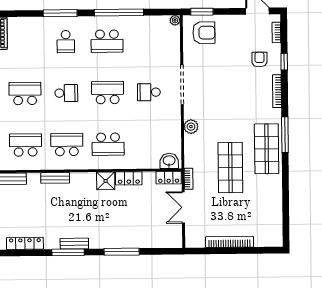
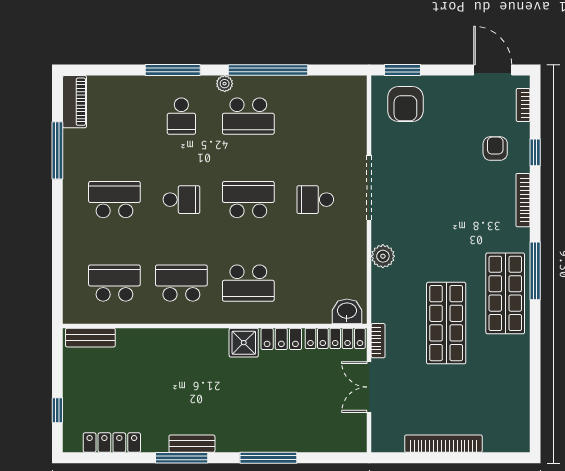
plant: (175, 20) -> (225, 84), moved
armchair: (204, 33) -> (405, 104), turned 90
bench: (55, 178) -> (162, 337), removed
locker: (169, 178) -> (335, 338), width x1.53

